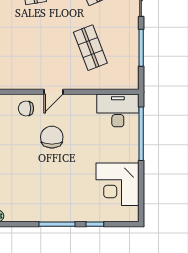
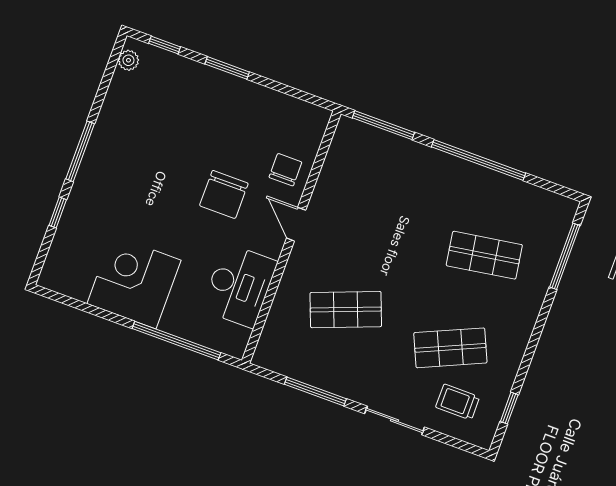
desk: (118, 110) -> (239, 286), moved
chair: (52, 137) -> (224, 194), turned 90
corner desk: (117, 184) -> (134, 282), moved

